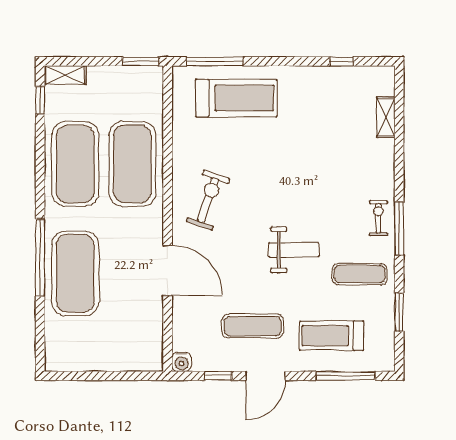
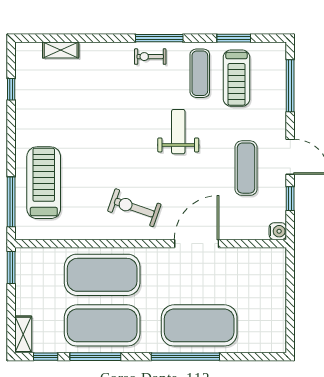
window: (40, 156) -> (95, 357), added
treadmill: (331, 336) -> (237, 78), moved

